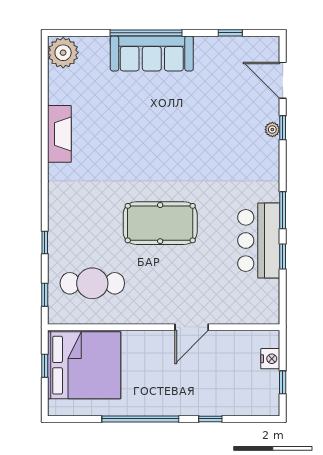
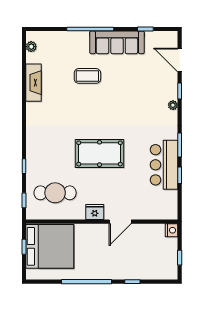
plant: (63, 53) -> (31, 47), width x0.53, depth x0.53
sofa: (152, 53) -> (117, 42), moved
coffee table: (142, 105) -> (87, 76), added
plant: (272, 130) -> (173, 105), moved
fireplace: (59, 134) -> (34, 83), moved
fridge: (153, 313) -> (95, 212), added
nightstand: (270, 359) -> (172, 230), moved

